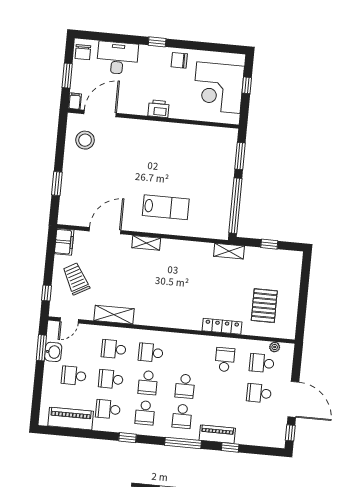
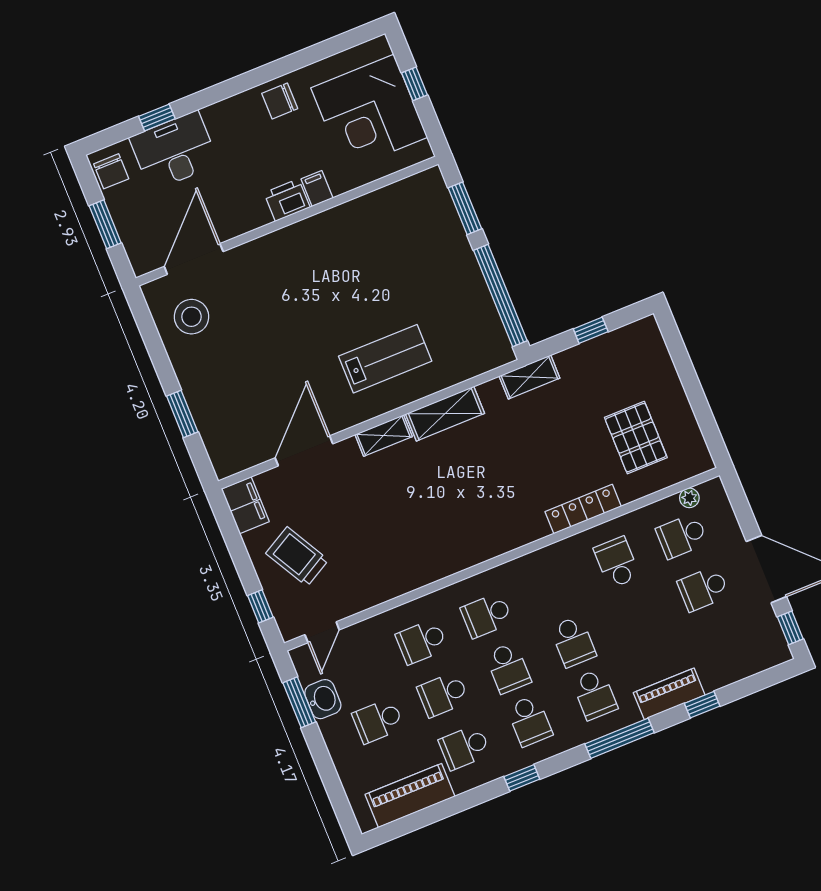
window: (157, 42) -> (157, 118), moved
filing cabinet: (75, 101) -> (317, 189), moved
shelving: (114, 315) -> (445, 414), moved

